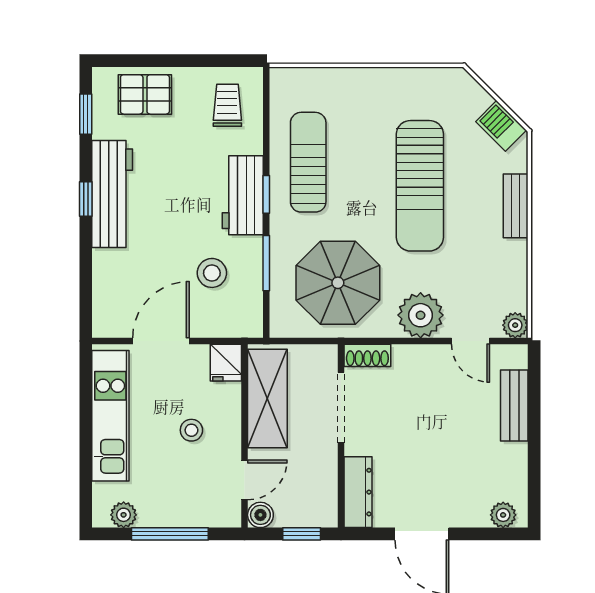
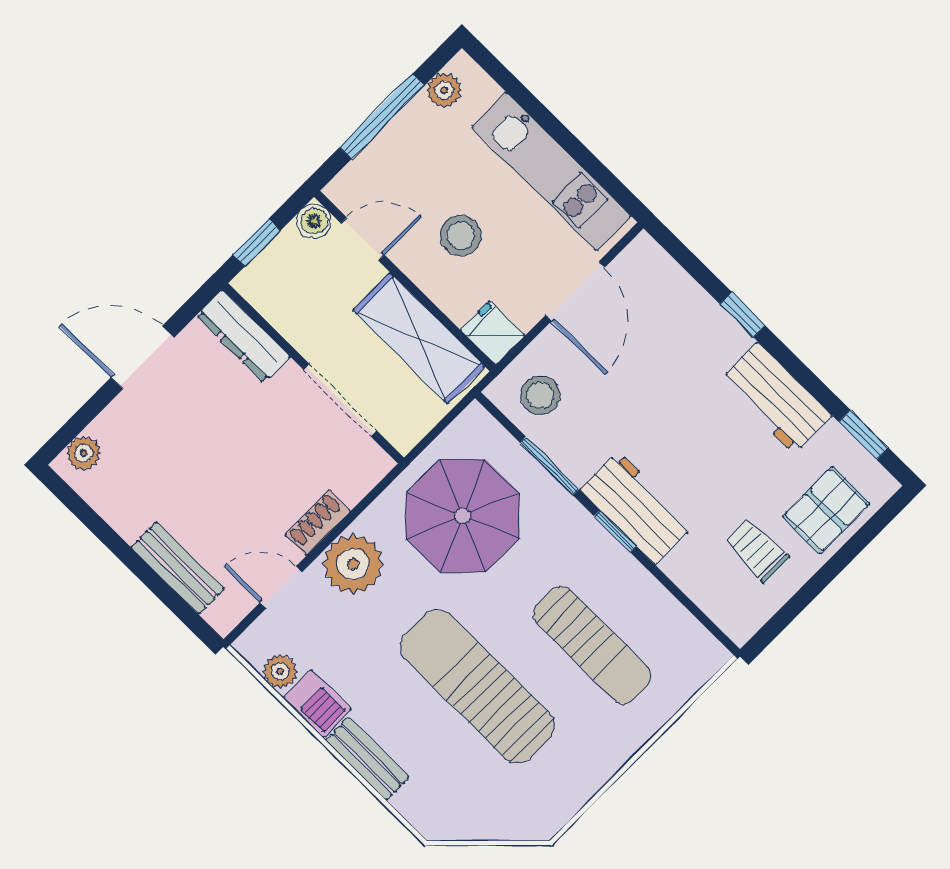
trolley: (227, 105) -> (756, 550), moved, turned 180
barbecue: (501, 126) -> (317, 704), moved, turned 45
sun lounger: (308, 162) -> (592, 645), moved
workbench: (112, 194) -> (776, 398), width x0.73
window: (86, 199) -> (743, 315), moved
stool: (212, 273) -> (540, 395), moved
plant: (515, 325) -> (280, 671), moved
shoe rack: (367, 355) -> (318, 523), moved
stool: (191, 430) -> (461, 236), width x1.37, depth x1.37
door: (245, 480) -> (363, 239), swing flipped

